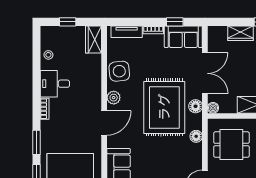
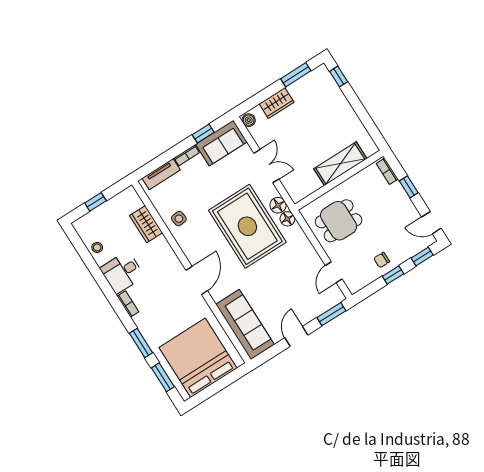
wardrobe: (94, 39) -> (146, 224), moved
side table: (119, 71) -> (179, 219), width x0.54, depth x0.54
double door: (205, 73) -> (266, 166), width x0.73
plant: (114, 98) -> (190, 249), removed
boiler: (213, 108) -> (249, 120), moved
floor lamp: (196, 136) -> (287, 219), moved

